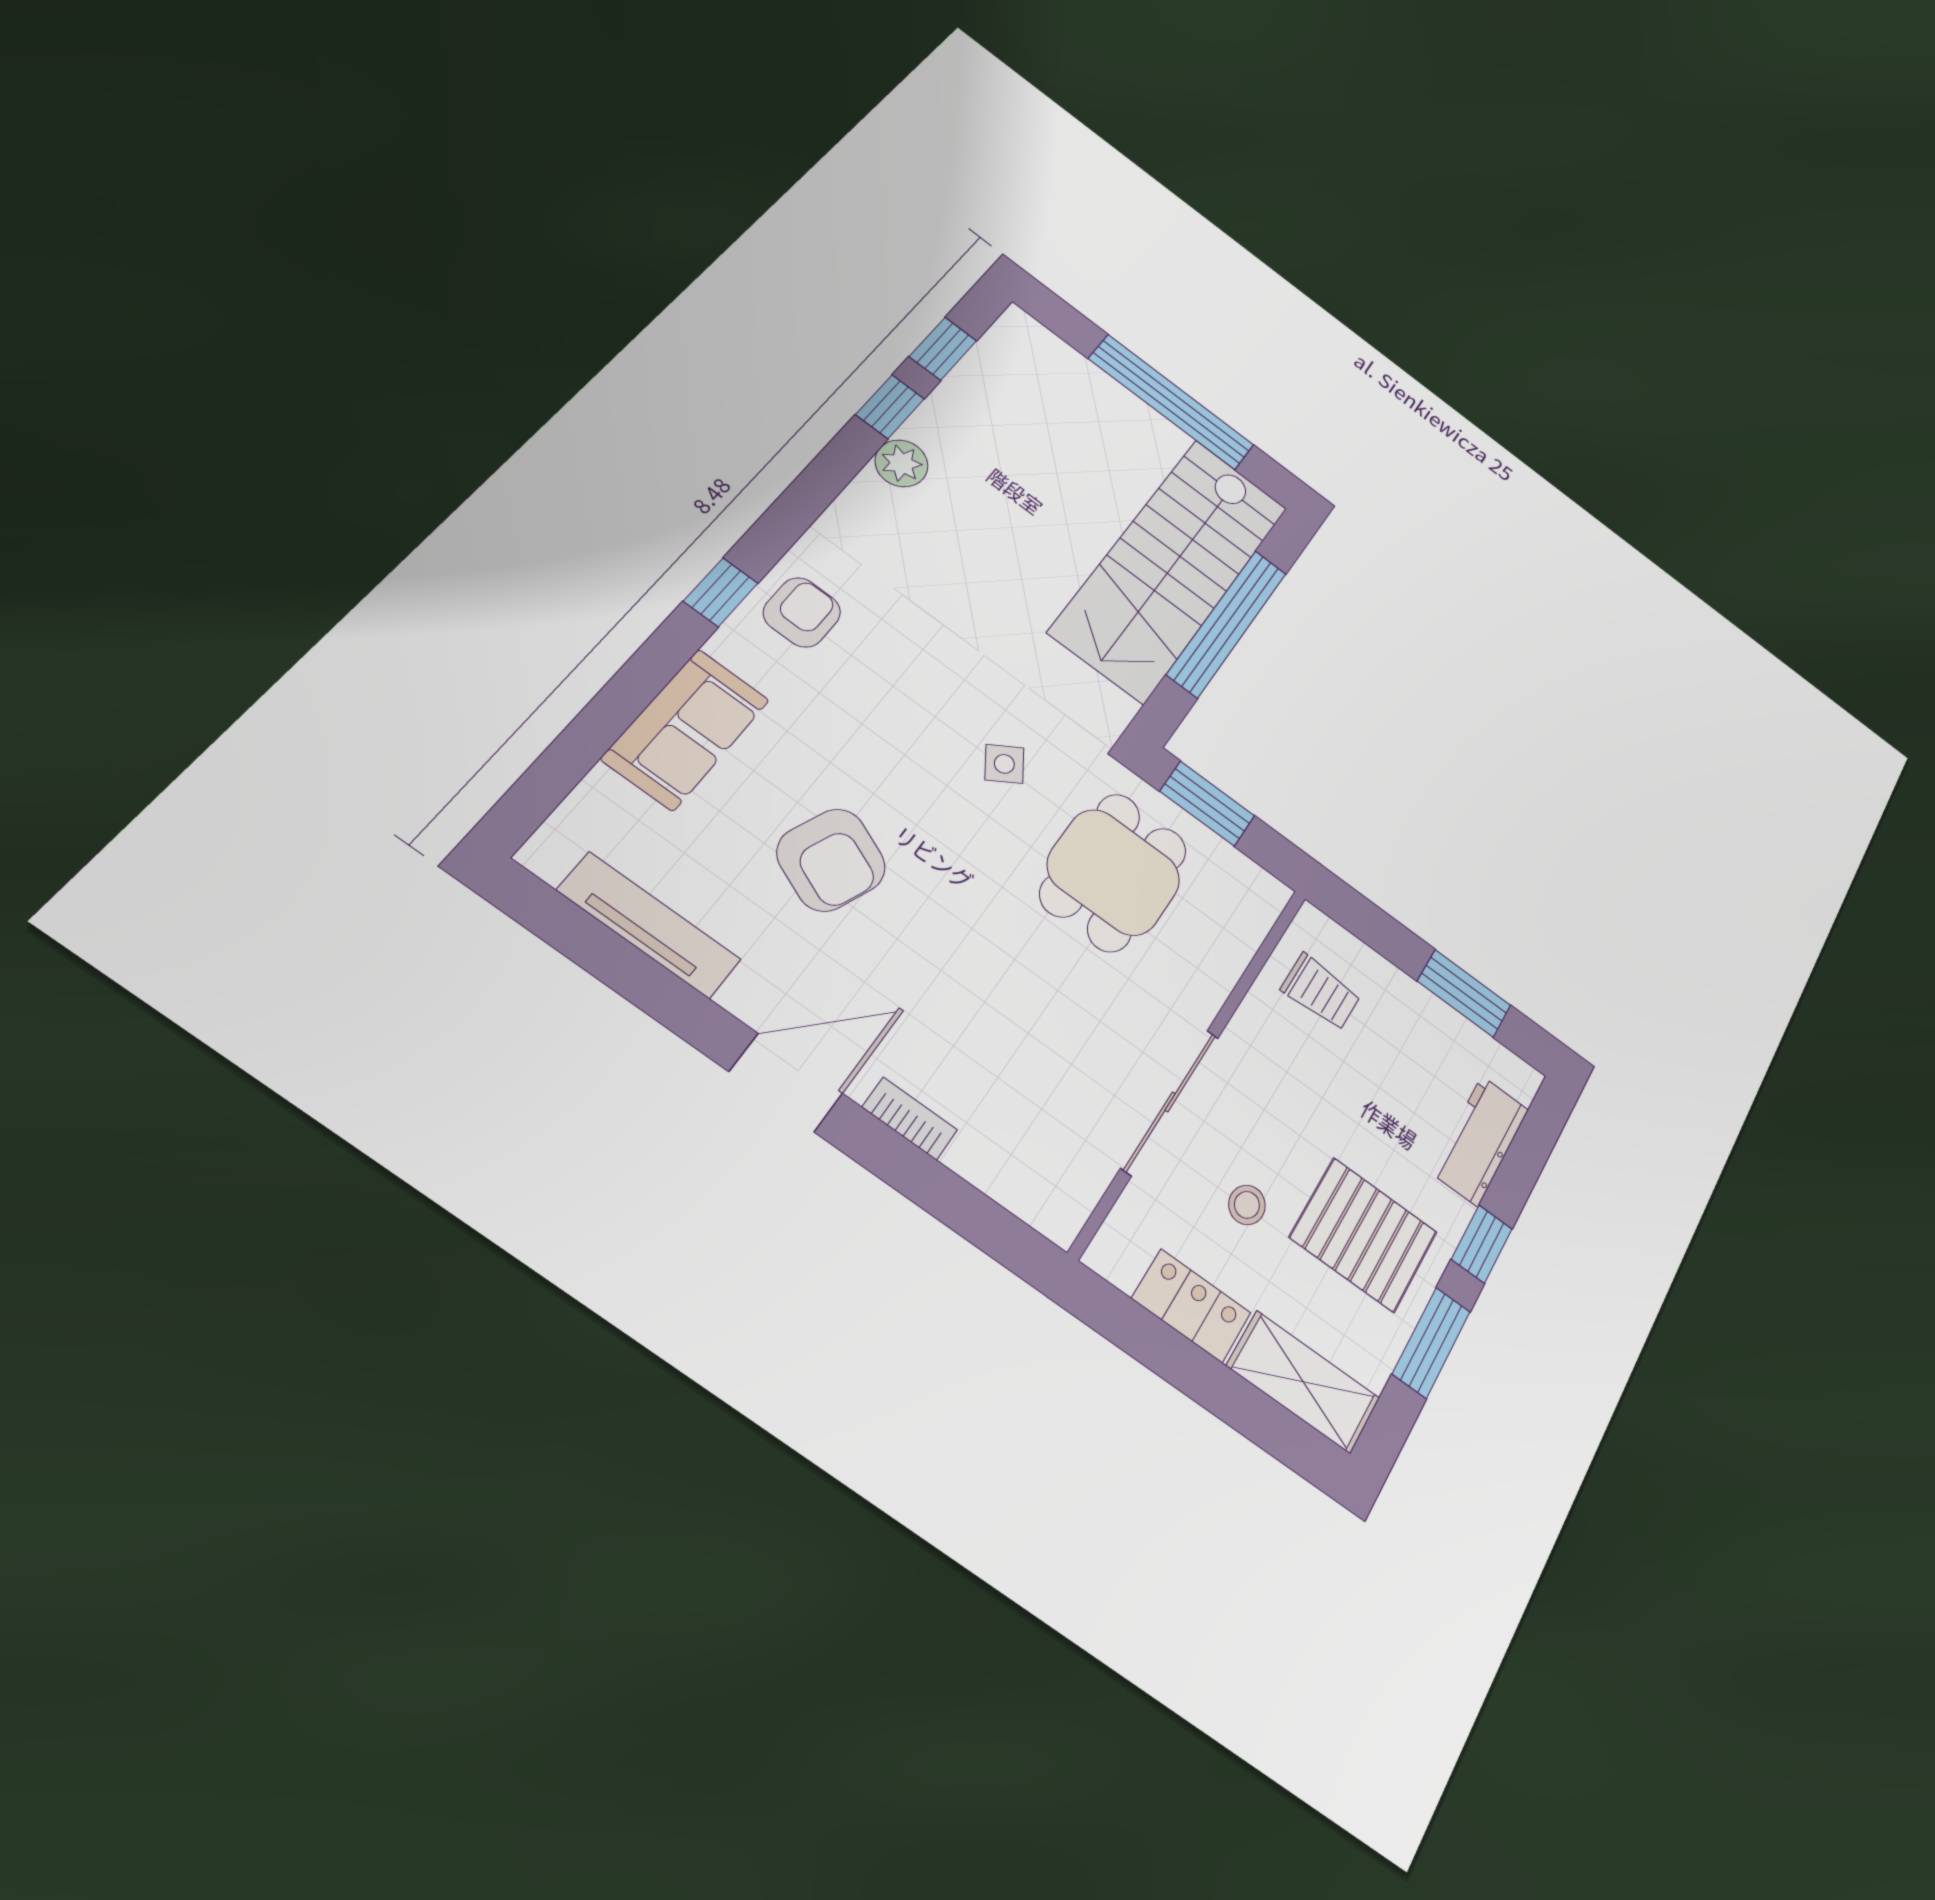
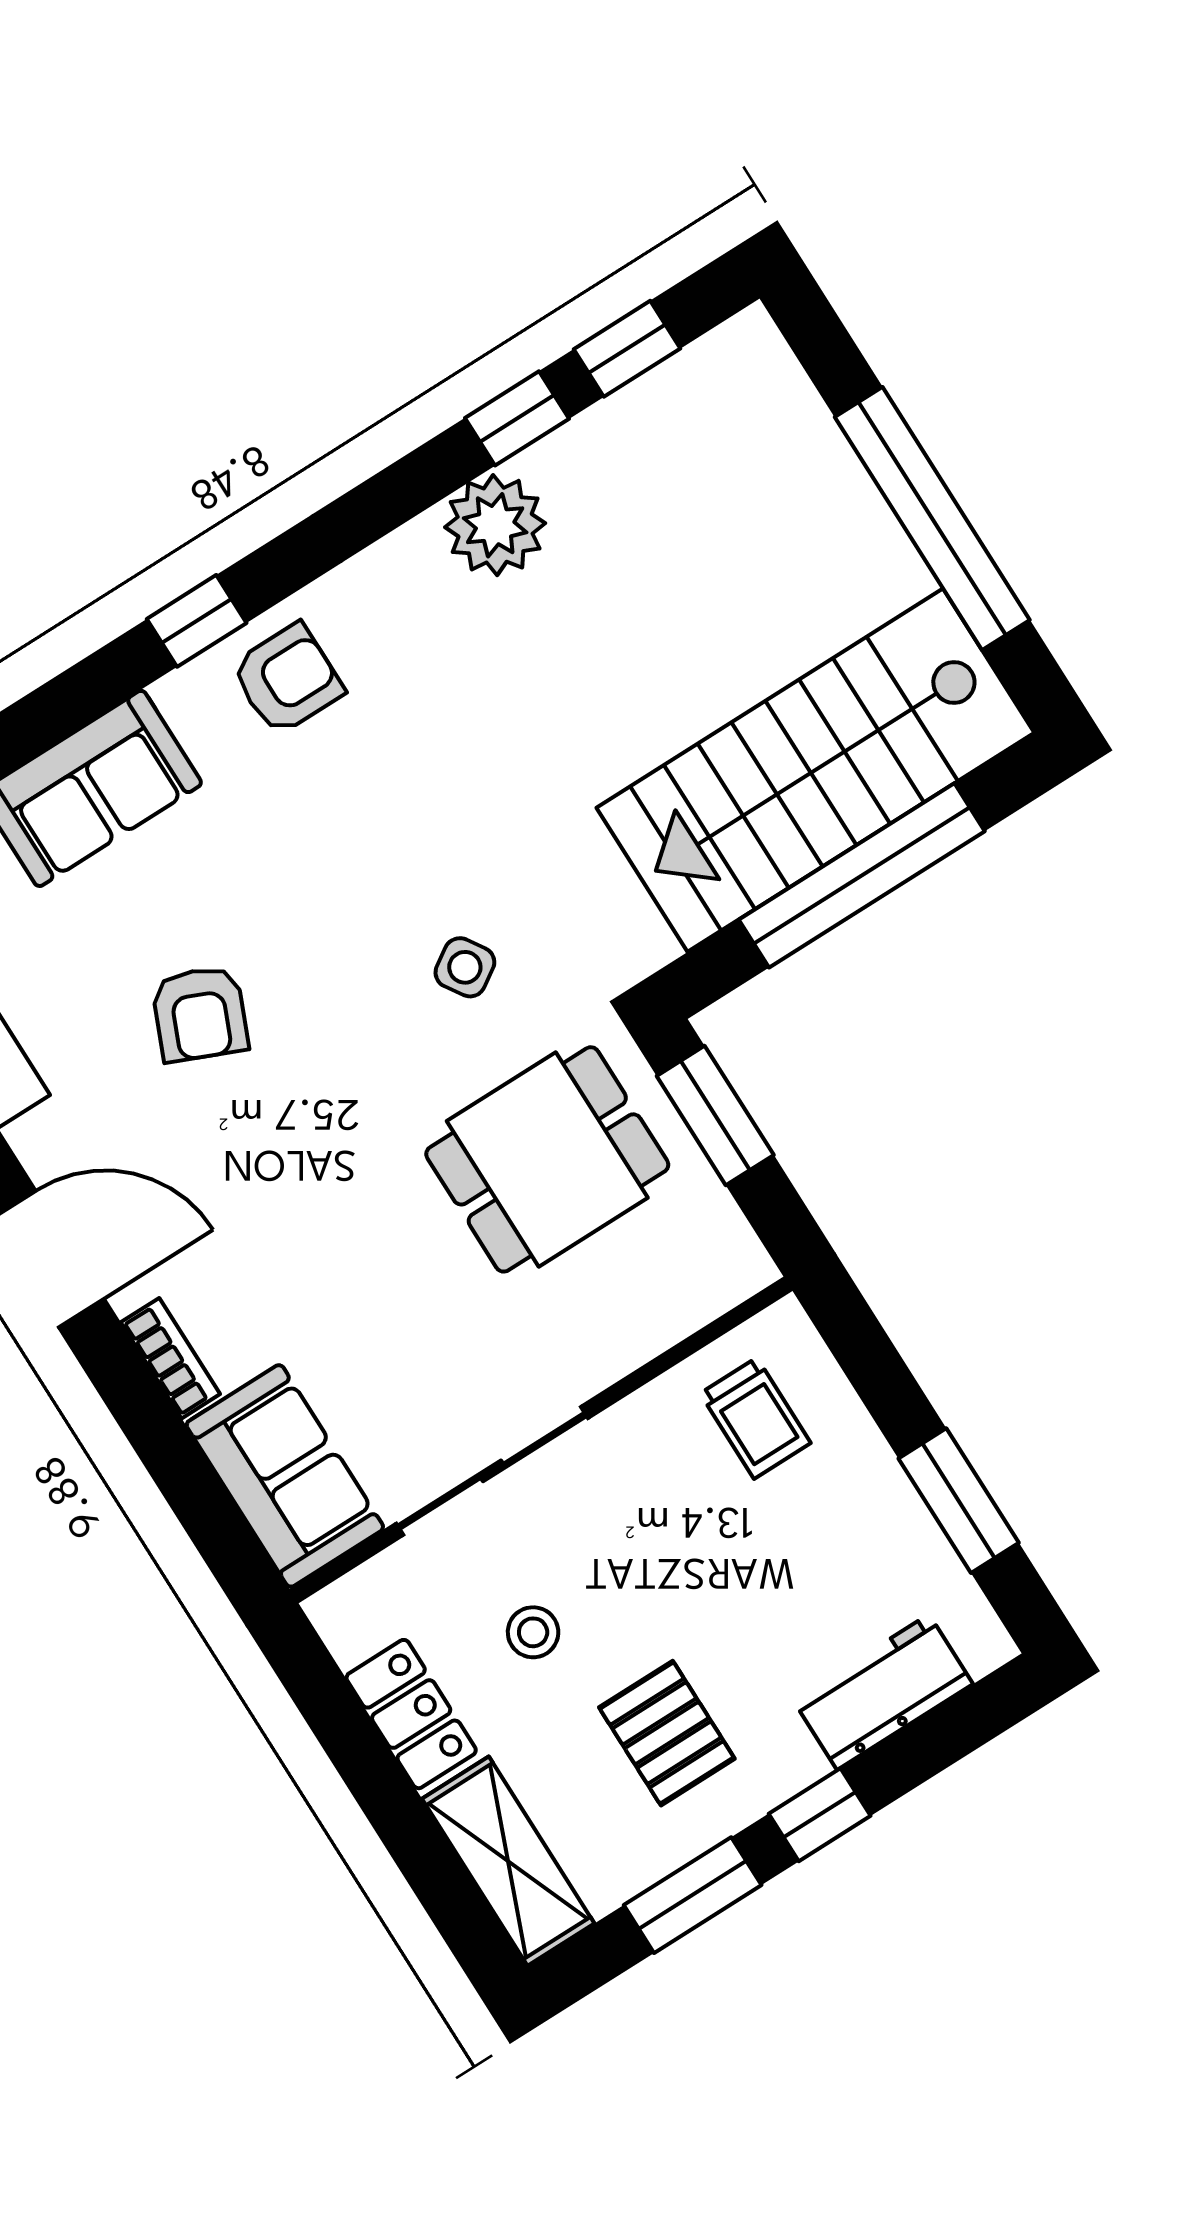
plant: (901, 463) -> (495, 525), width x1.36, depth x1.36
armchair: (831, 860) -> (200, 1014), width x0.72, depth x0.72
sofa: (1029, 1170) -> (285, 1476), added
pallet: (1364, 1235) -> (667, 1733), width x0.67, depth x0.71

